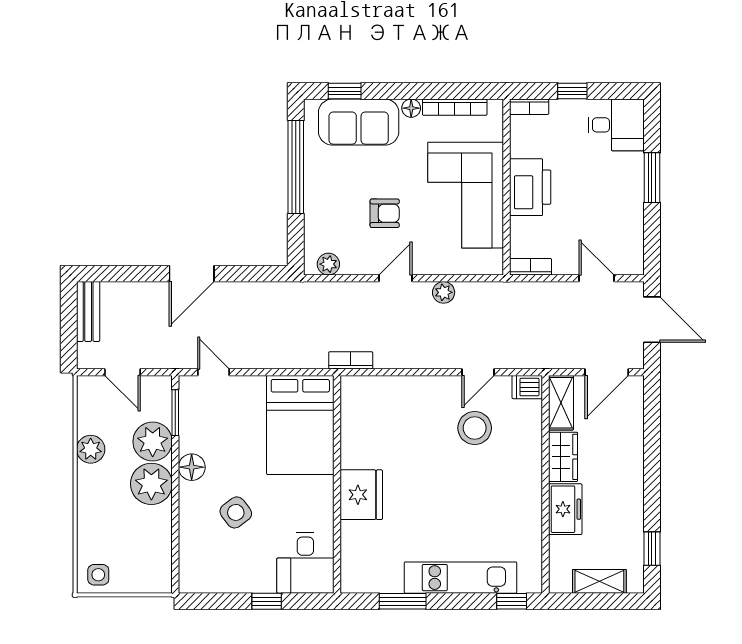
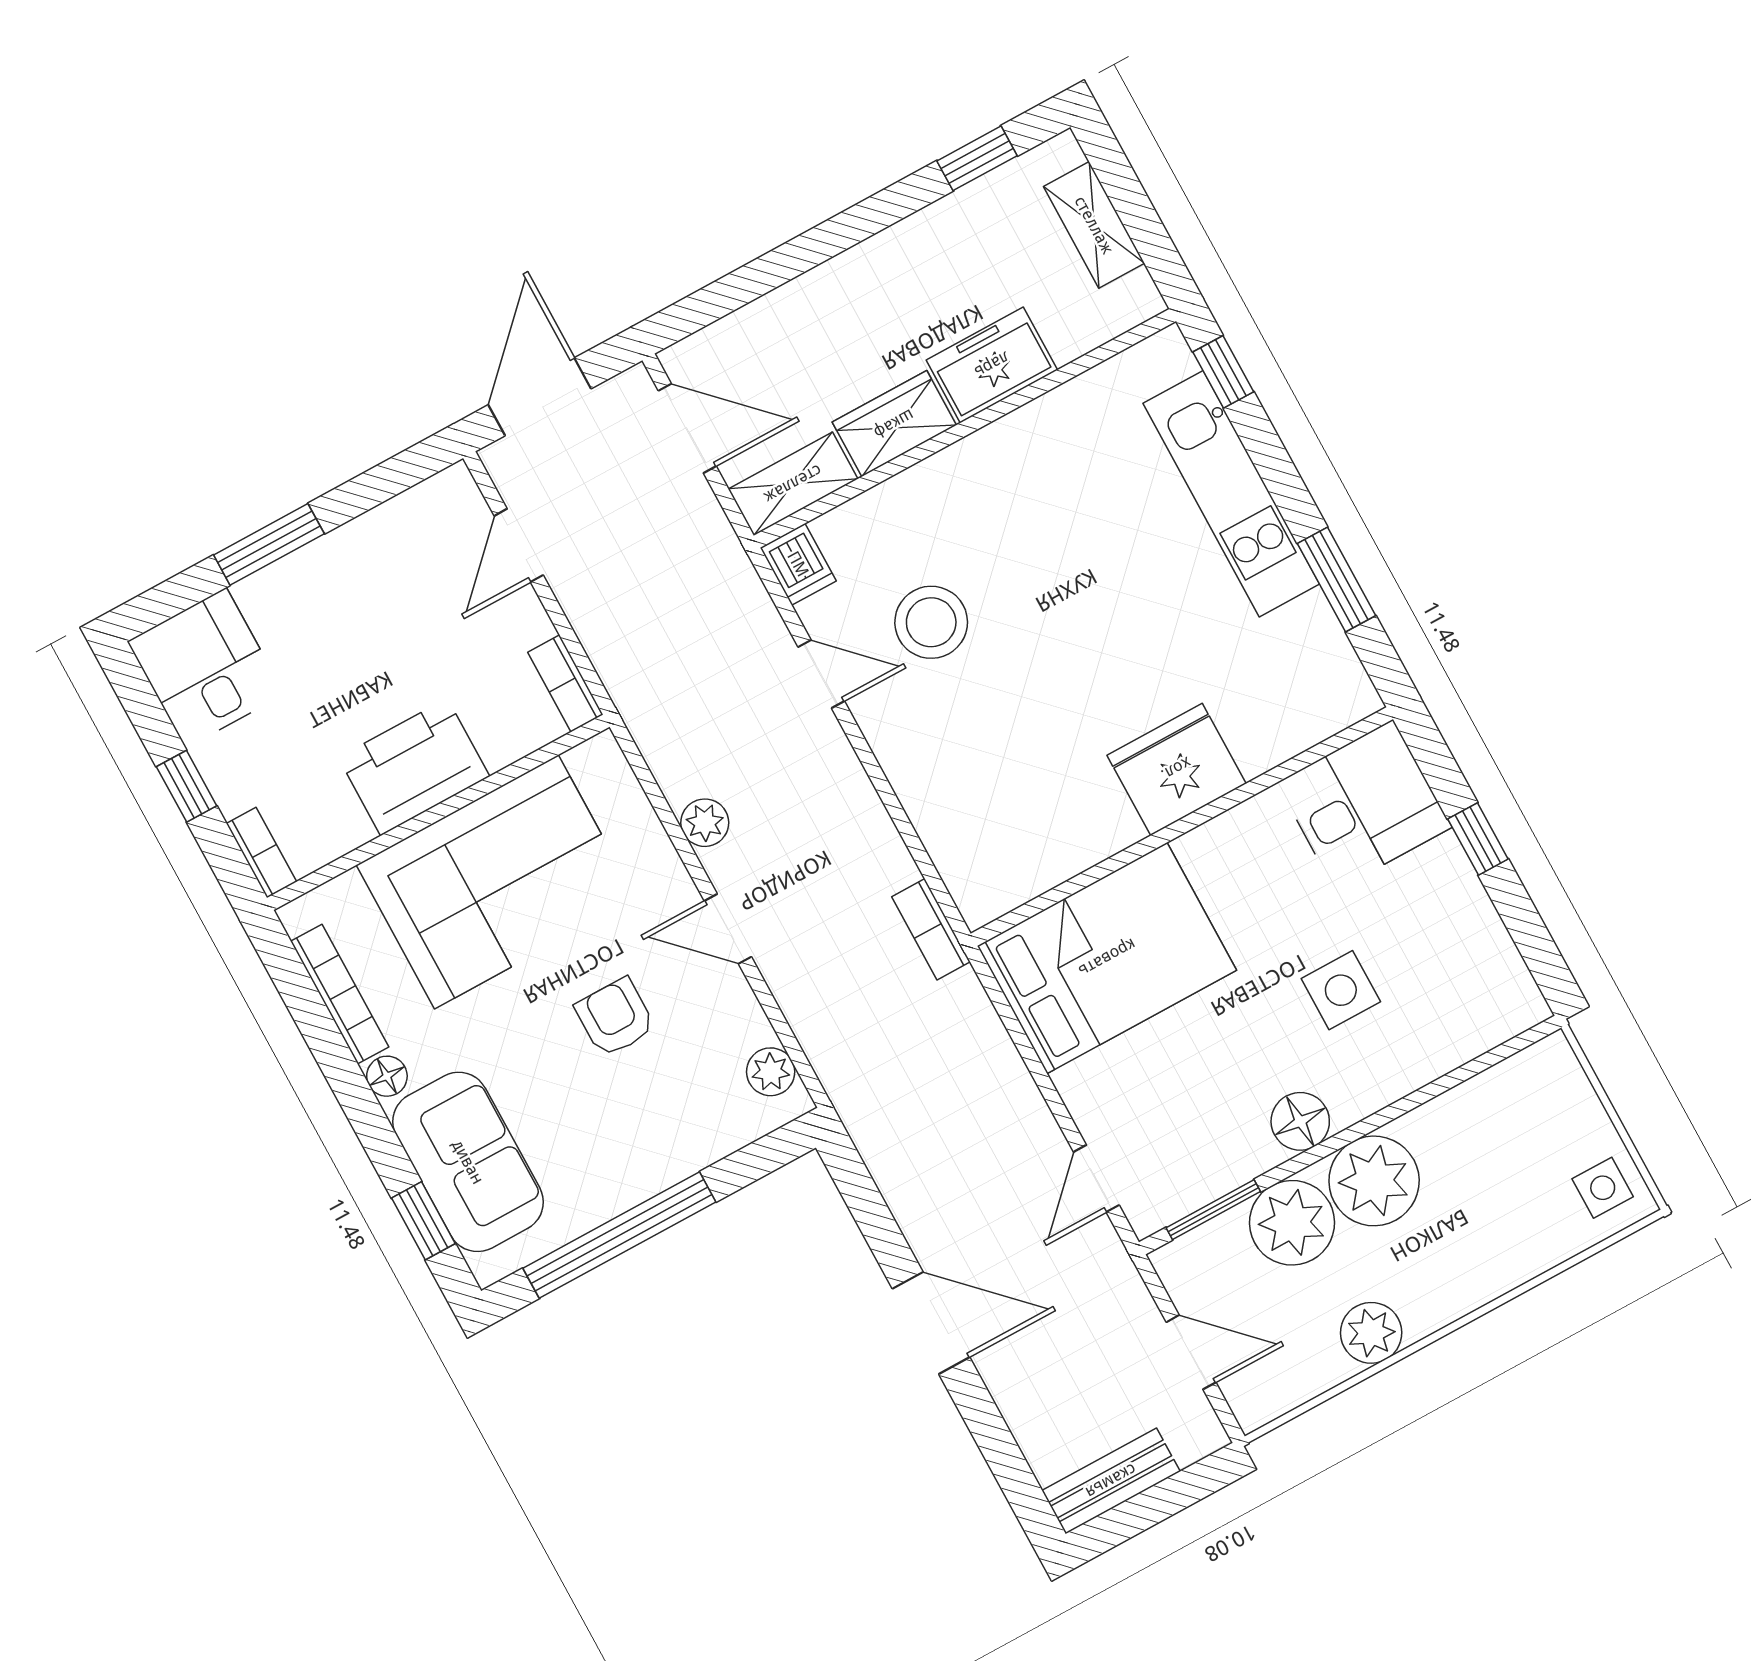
door: (123, 372) -> (1191, 1352), hinge flipped
side table: (236, 512) -> (1341, 990), turned 37

